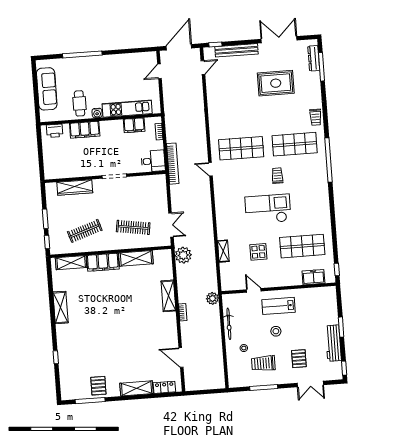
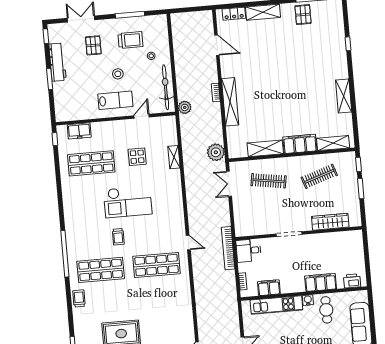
door: (254, 290) -> (142, 116), swing flipped
shelving: (168, 296) -> (230, 102), width x1.47
bicycle: (229, 324) -> (166, 87), width x1.37, depth x1.40

